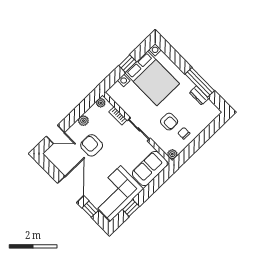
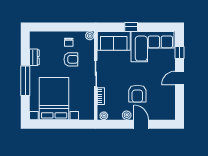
window: (128, 64) -> (61, 124), removed
window: (200, 82) -> (25, 81), moved
armchair: (169, 122) -> (71, 59), turned 90
door: (55, 134) -> (141, 124), moved
door: (71, 189) -> (179, 78), width x0.53
window: (131, 208) -> (131, 27), moved

